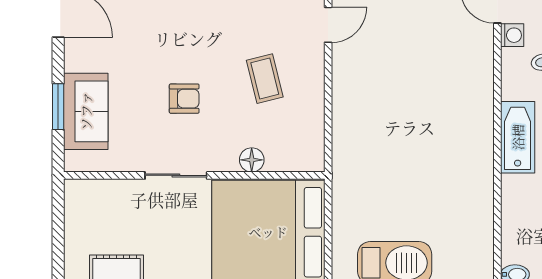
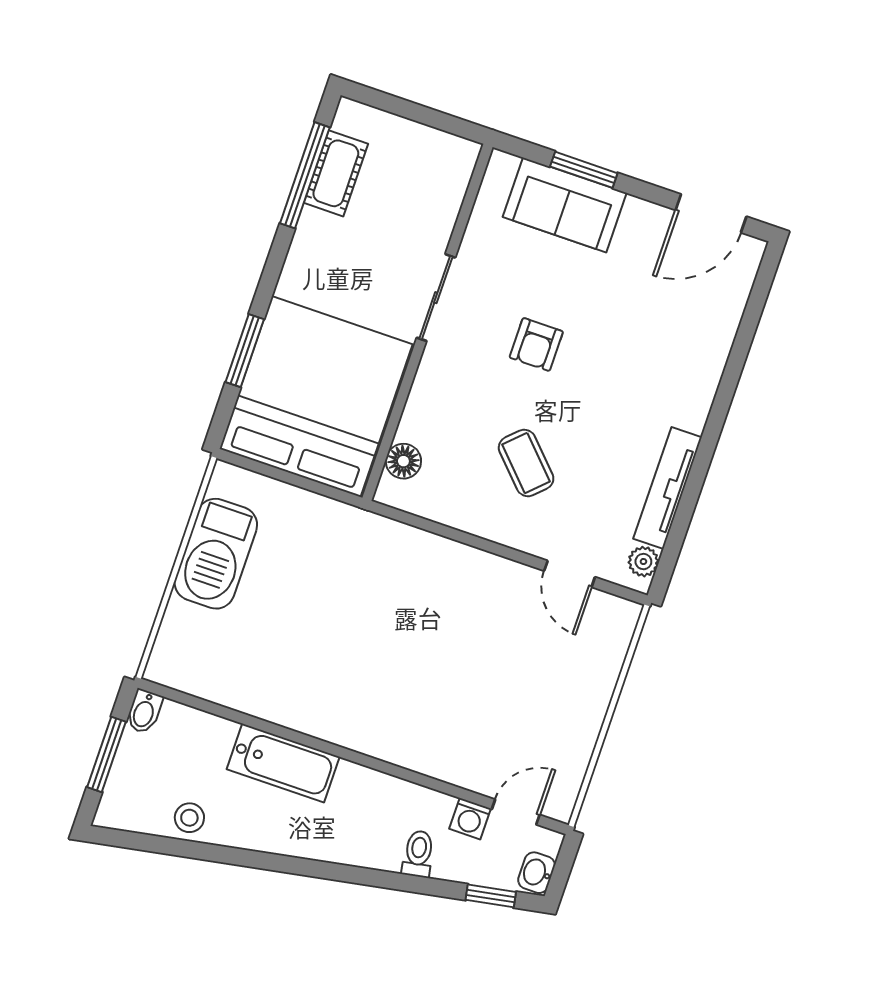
coffee table: (265, 79) -> (526, 463), turned 60
bathtub: (518, 137) -> (283, 763), moved
floor lamp: (252, 160) -> (403, 461), moved

